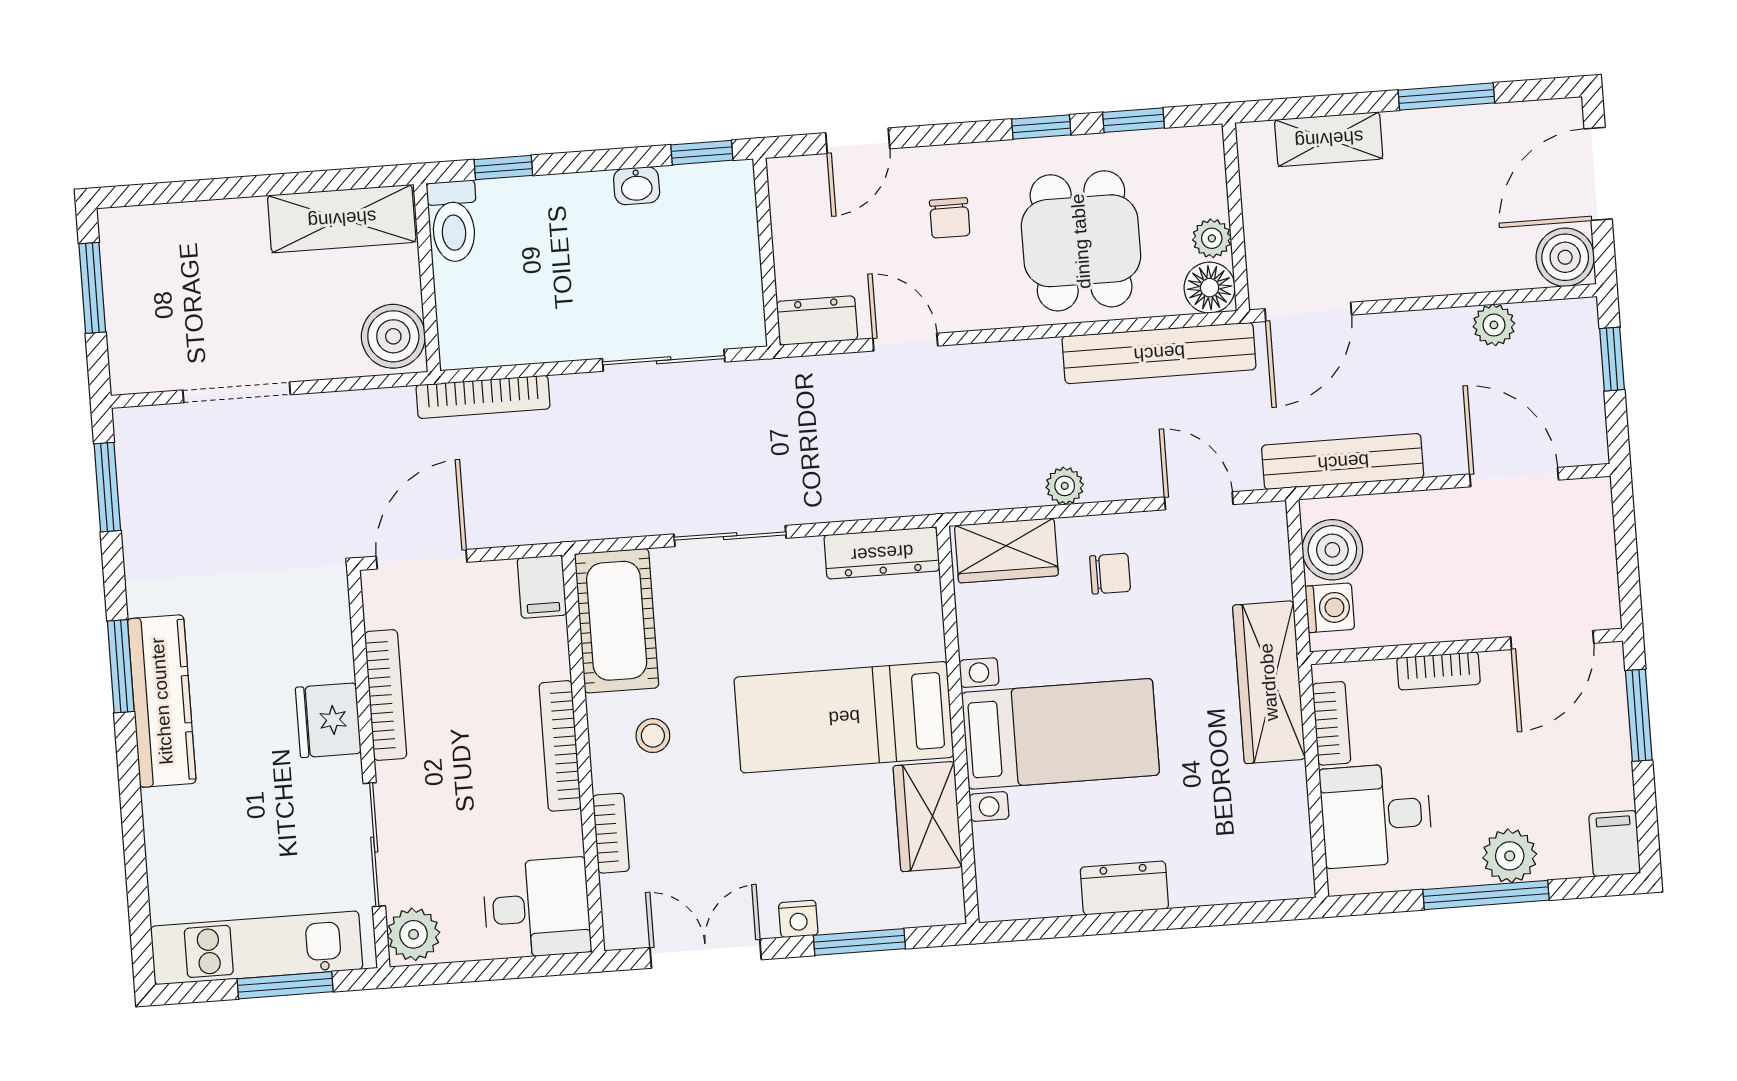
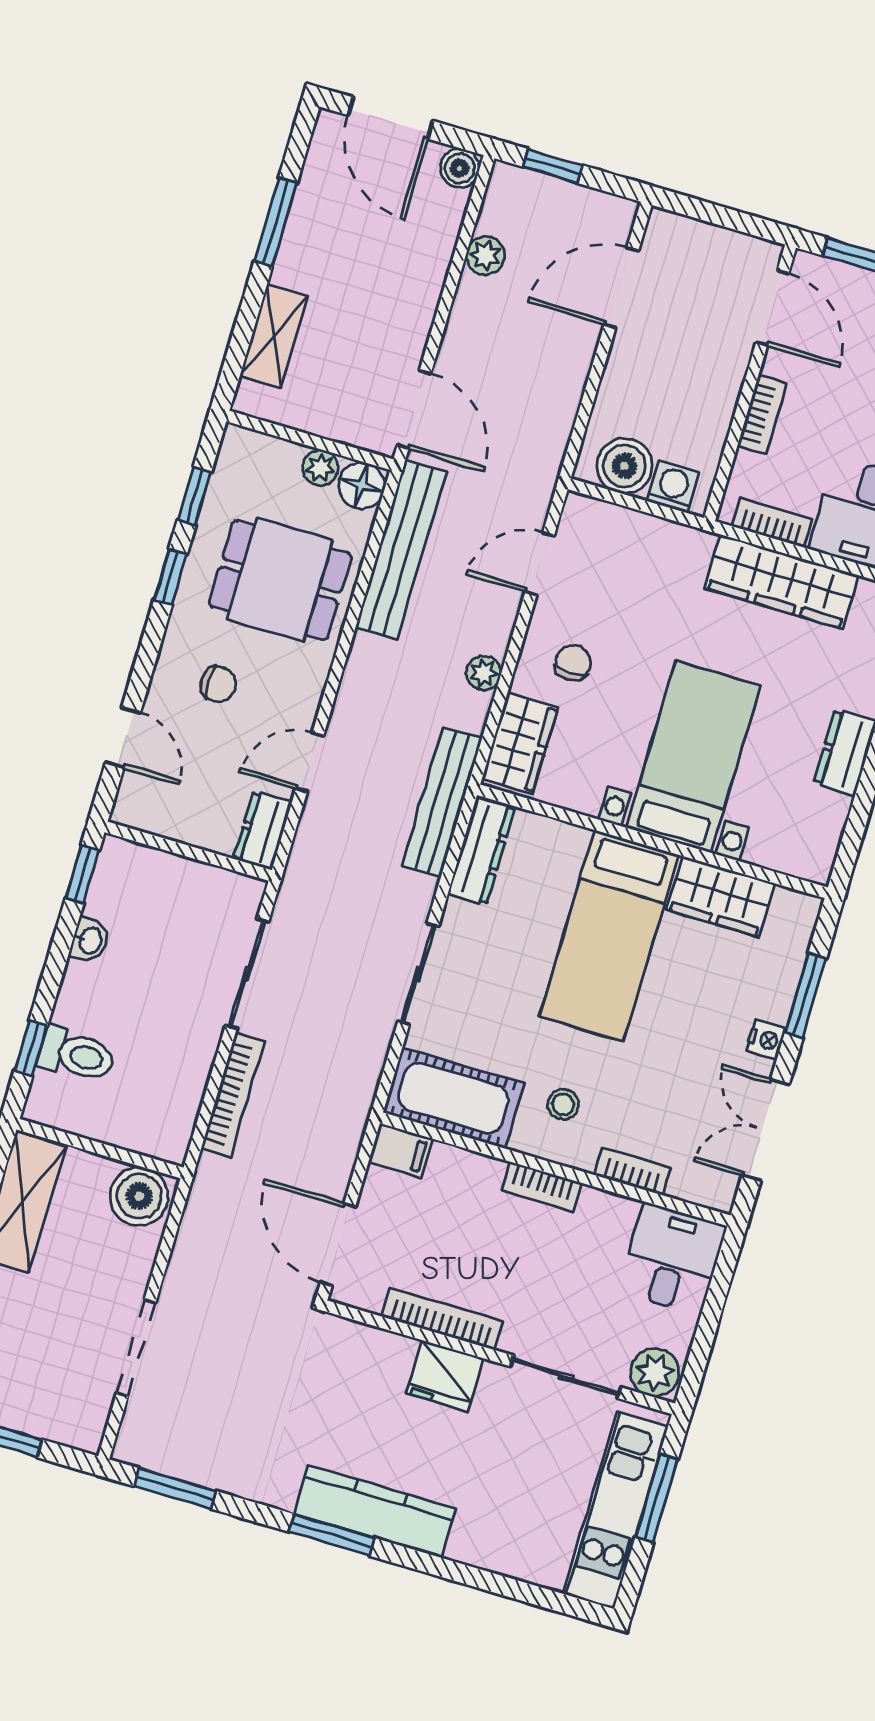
toilet: (453, 221) -> (77, 1055), moved
boiler: (1565, 257) -> (460, 168), width x0.73, depth x0.73
bookcase: (483, 397) -> (233, 1095), moved
bench: (1343, 462) -> (442, 802), moved
wardrobe: (1269, 682) -> (781, 582), moved
bookcase: (560, 746) -> (542, 1187), width x0.64

